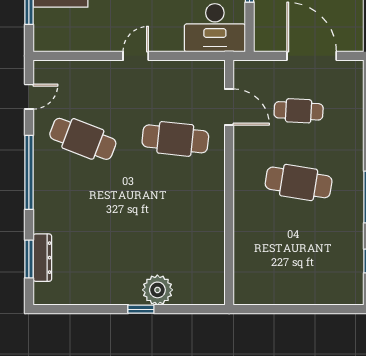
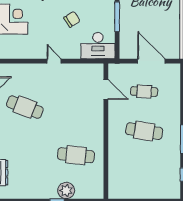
door: (136, 56) -> (54, 61), hinge flipped
cafe table: (175, 139) -> (76, 155), moved

